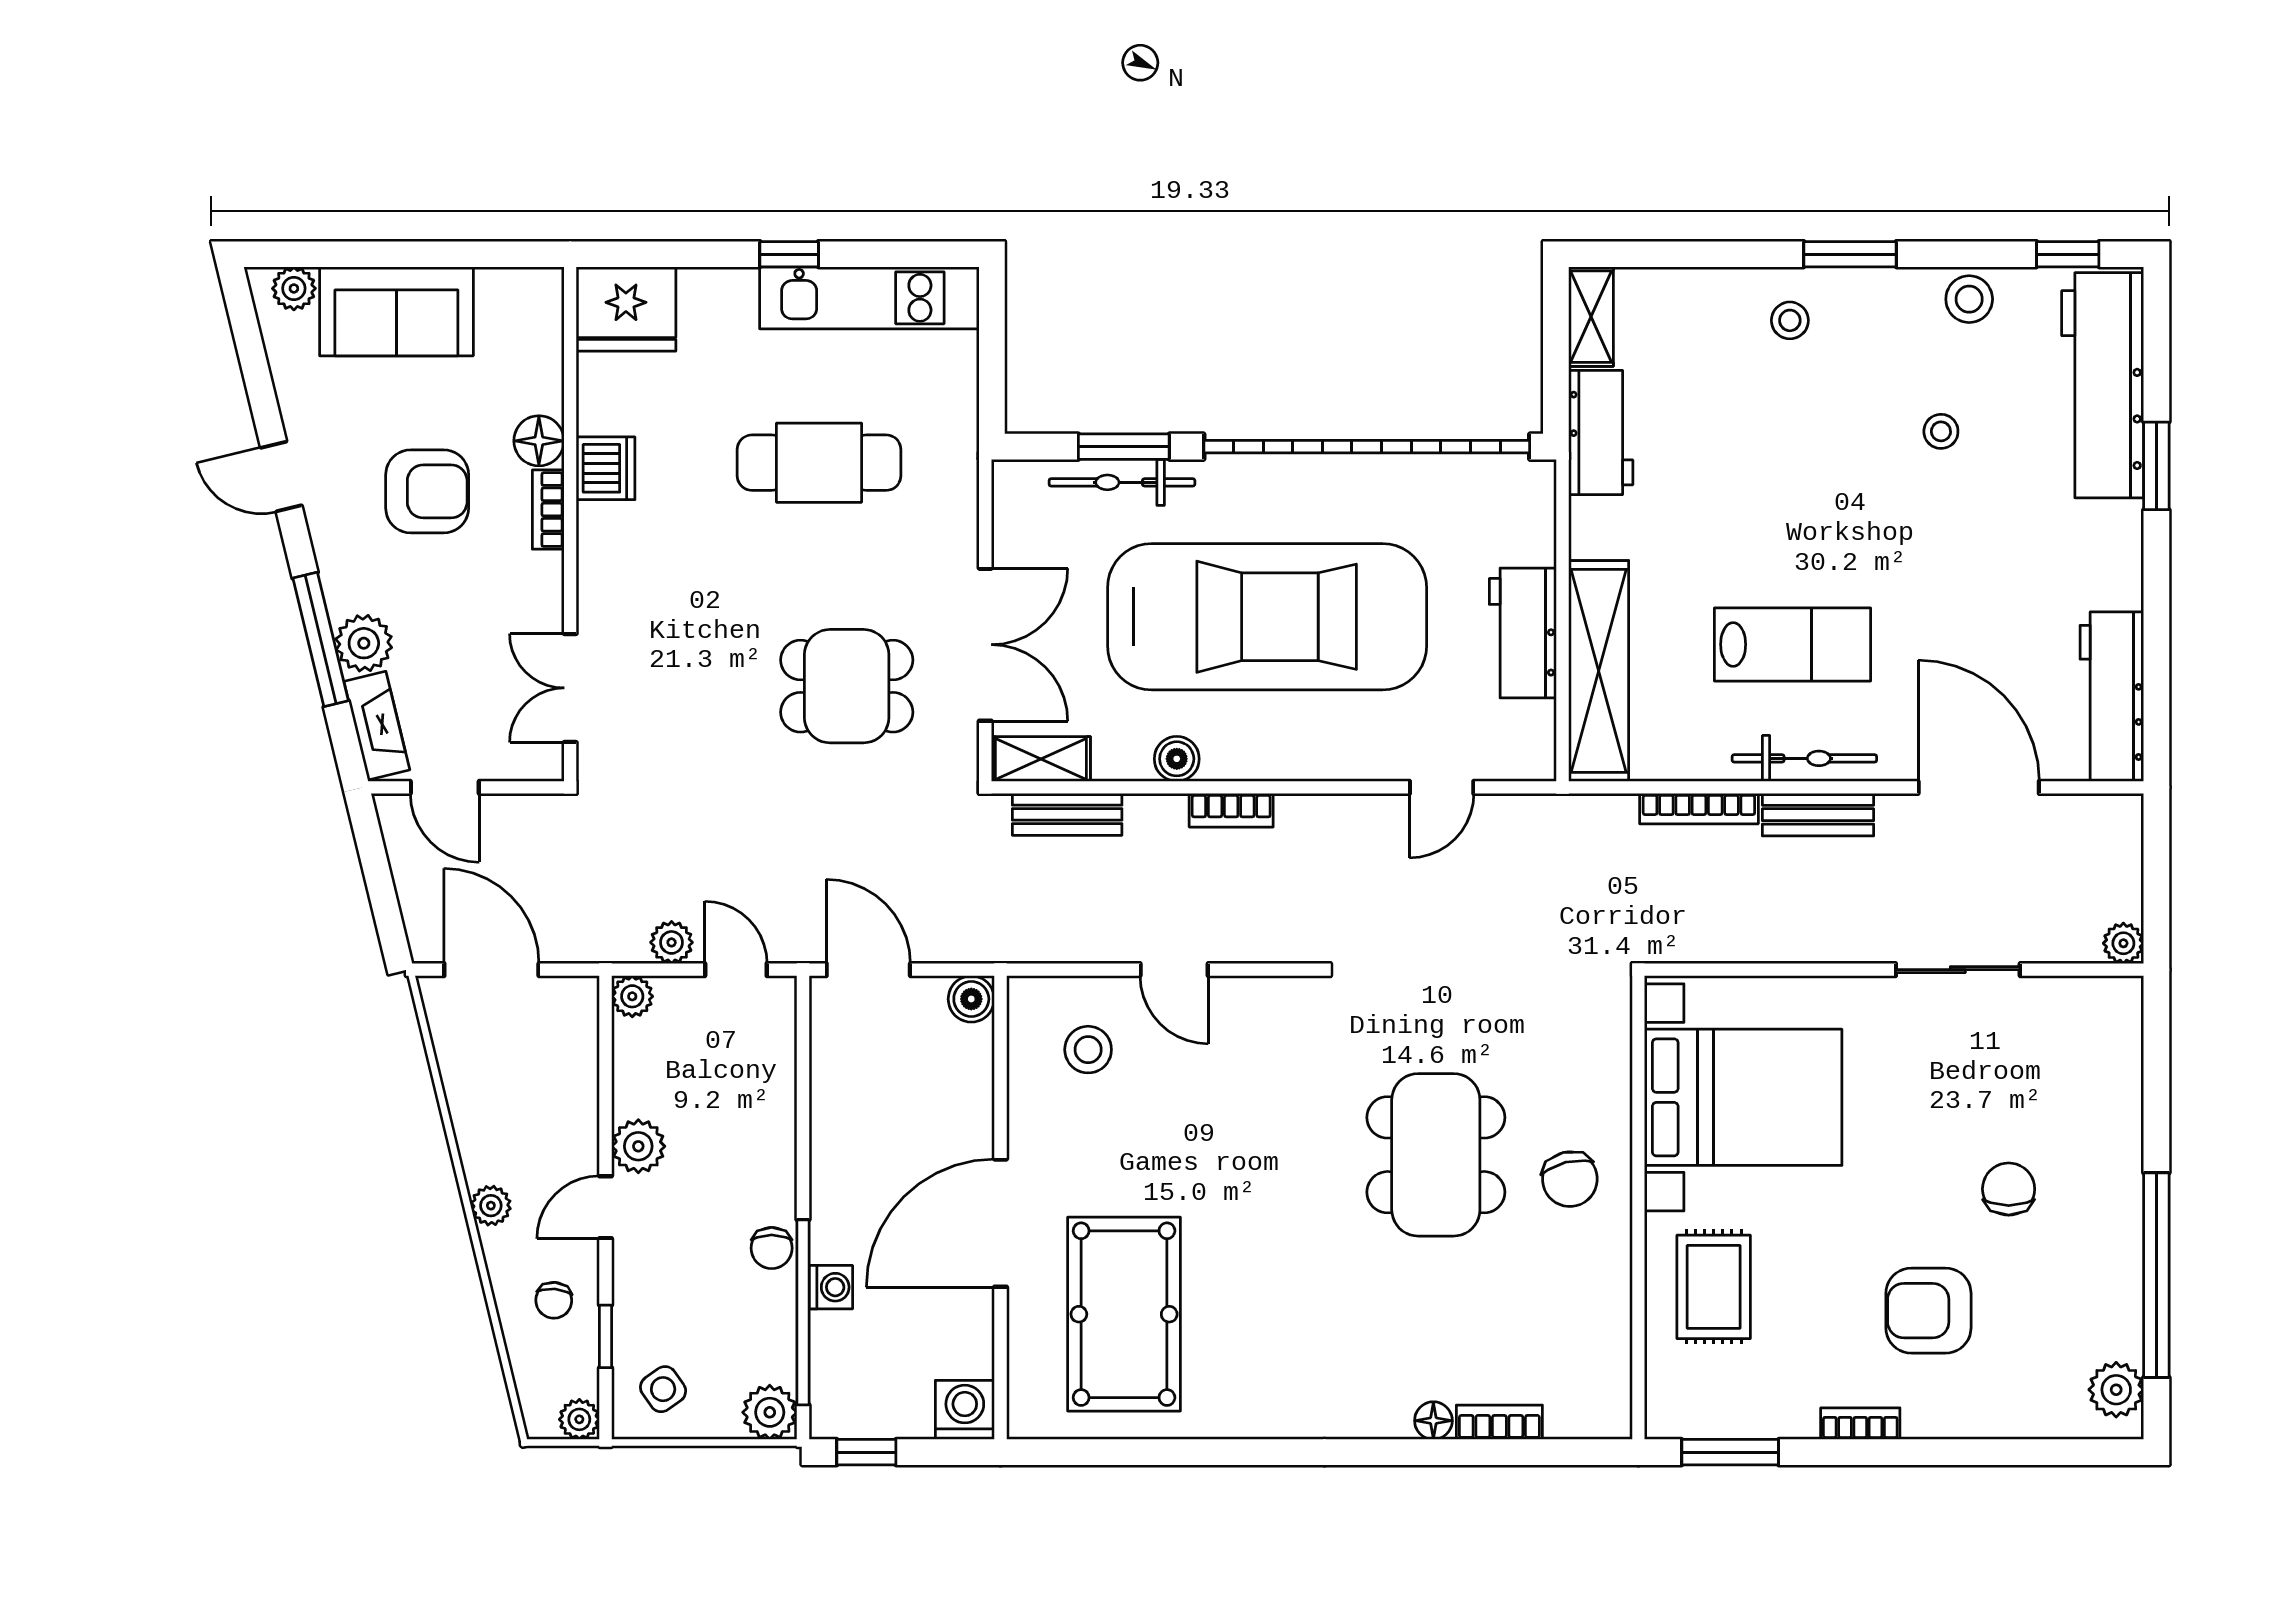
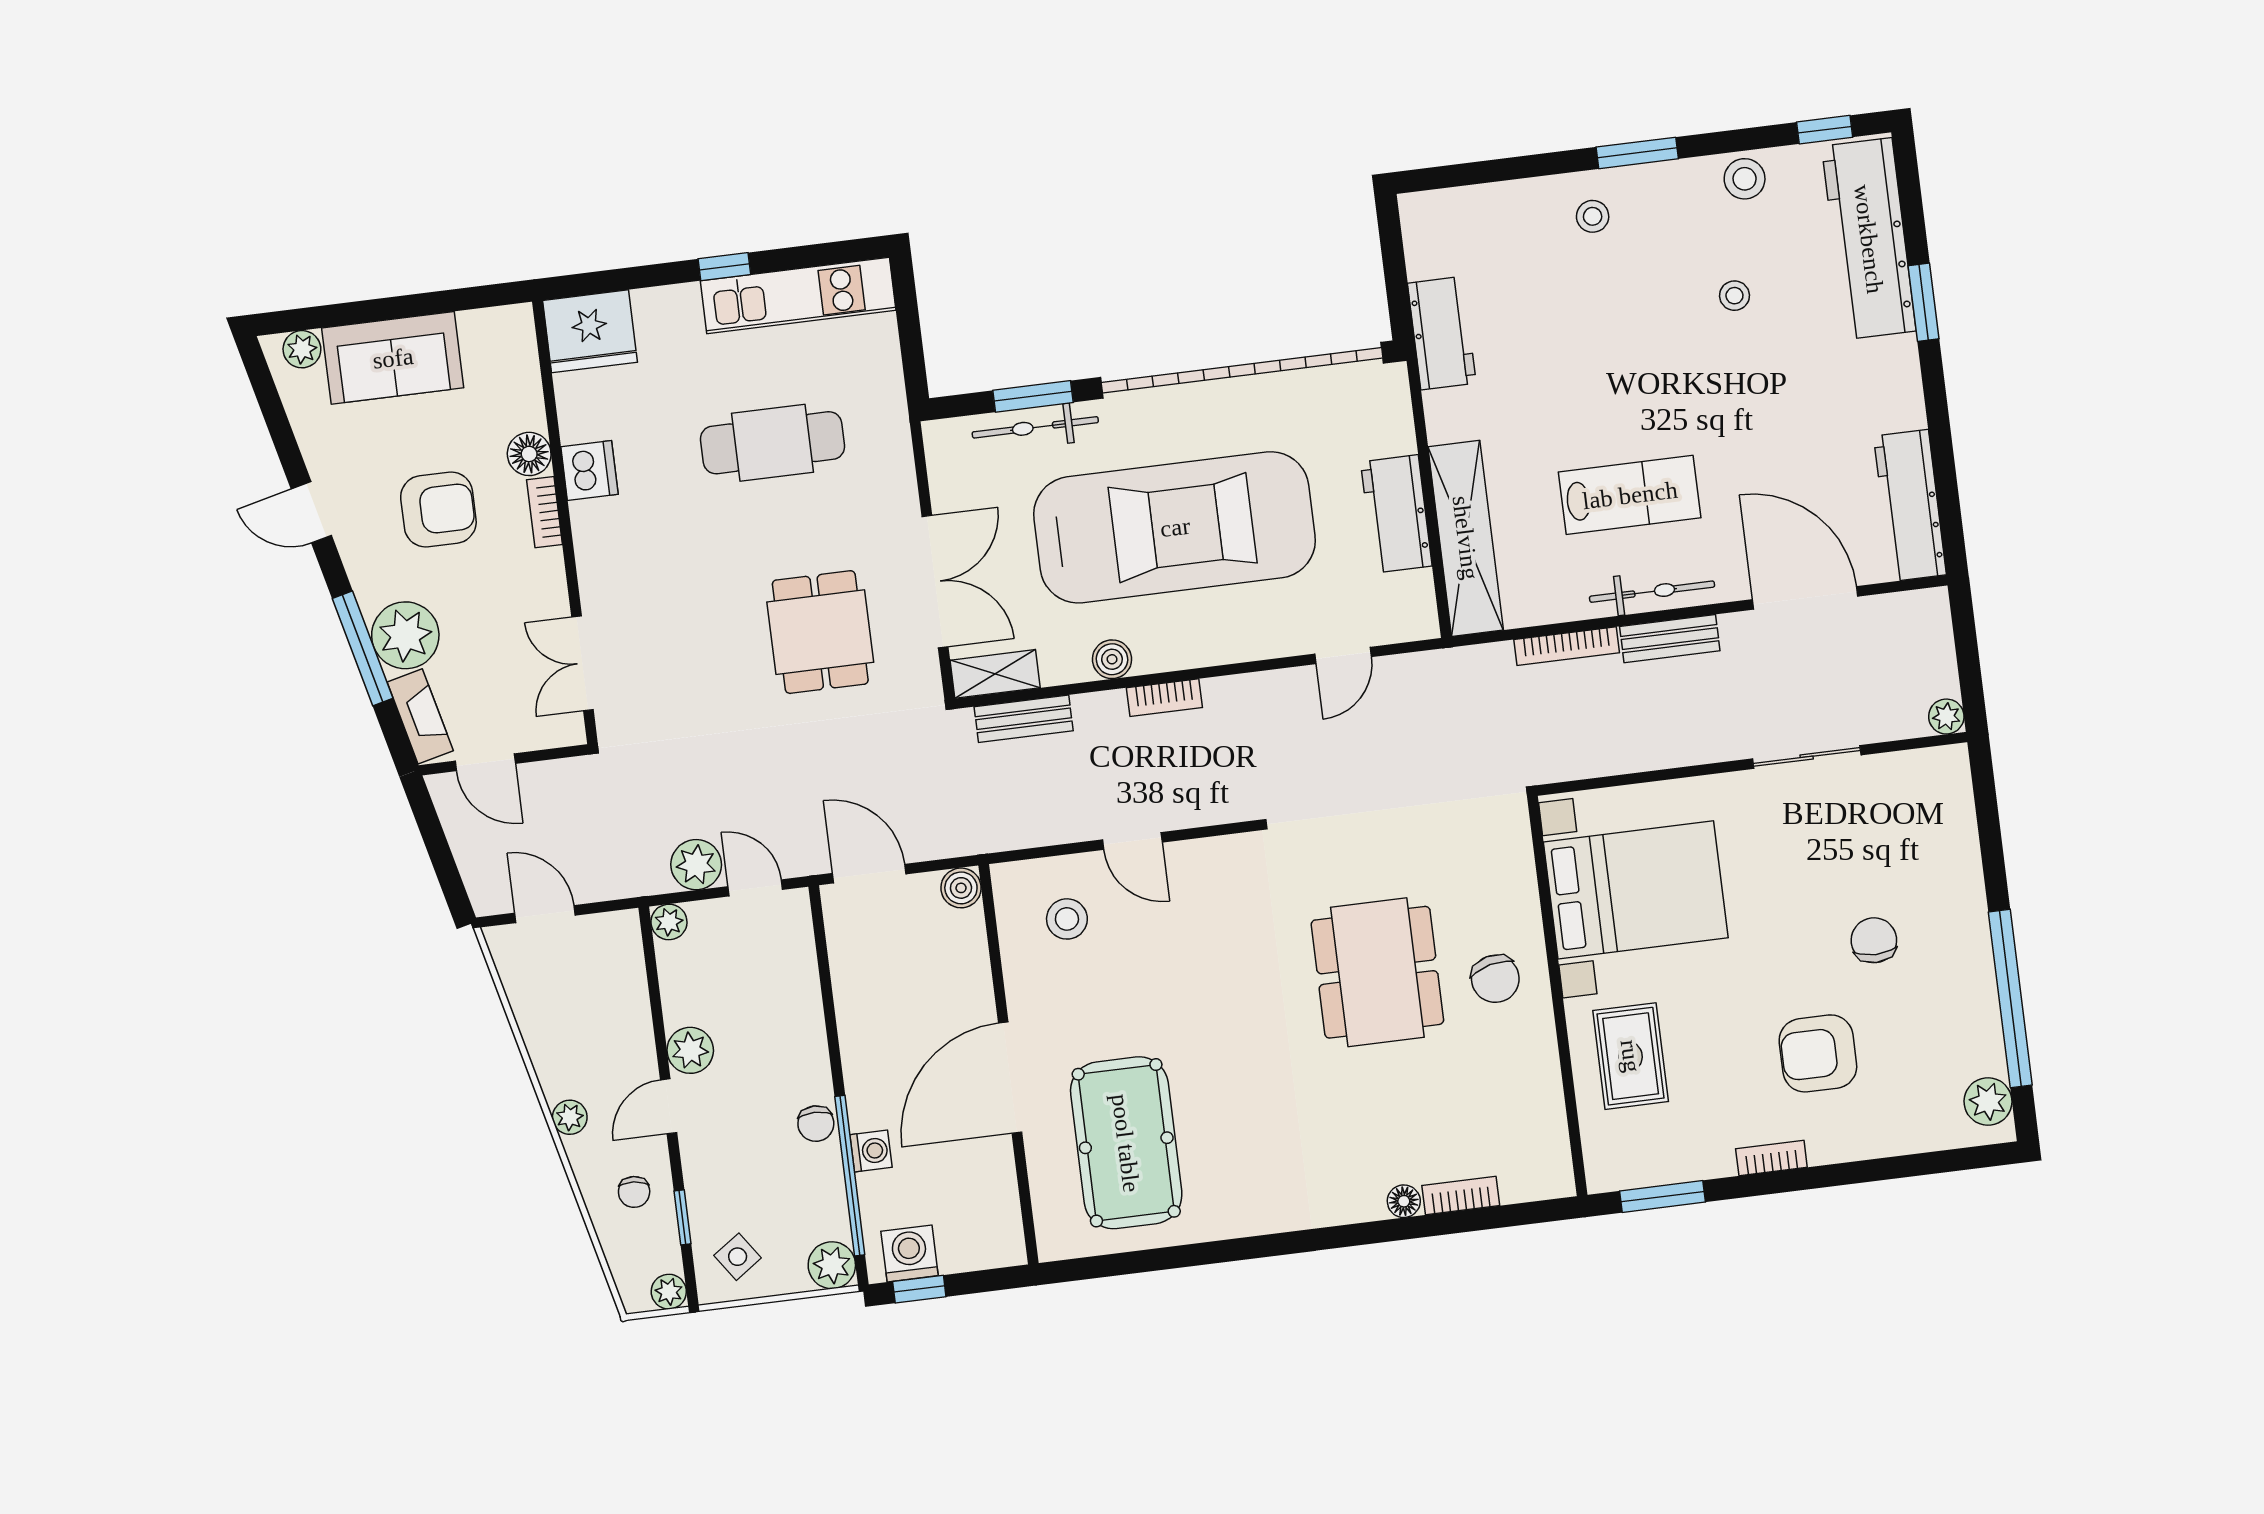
shelving: (1591, 317) -> (1421, 234), removed
plant: (364, 643) -> (405, 635), width x1.36, depth x1.36
dining table: (847, 686) -> (820, 632), turned 90
plant: (672, 942) -> (696, 865), width x1.38, depth x1.38
door: (491, 970) -> (545, 914), width x0.73
washing machine: (965, 1410) -> (910, 1253), moved

